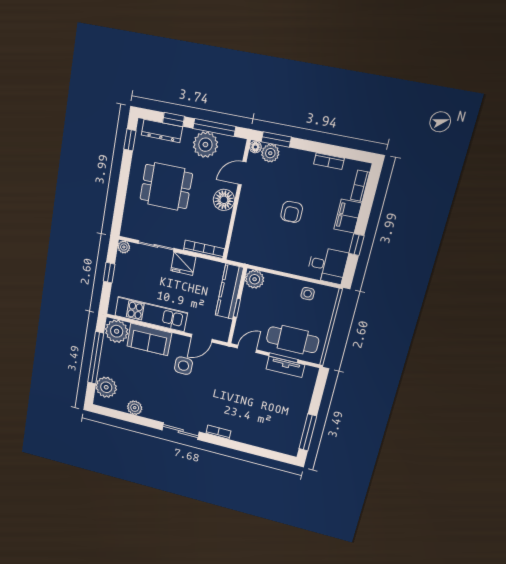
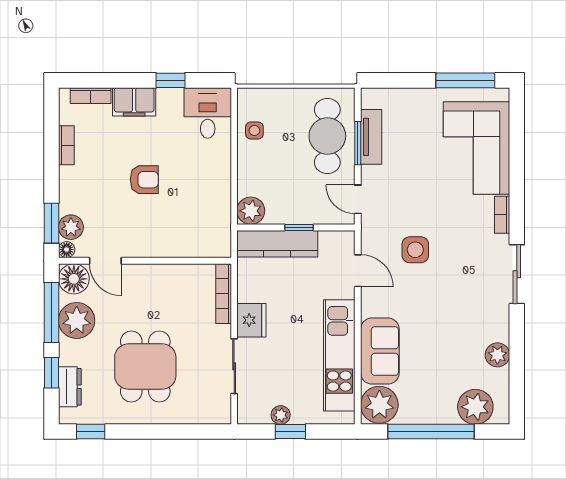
dresser: (162, 131) -> (70, 387), width x0.70
floor lamp: (224, 200) -> (74, 279), moved
plant: (124, 247) -> (281, 415), moved
side table: (183, 366) -> (415, 250), moved
corner sofa: (263, 428) -> (477, 148), added

